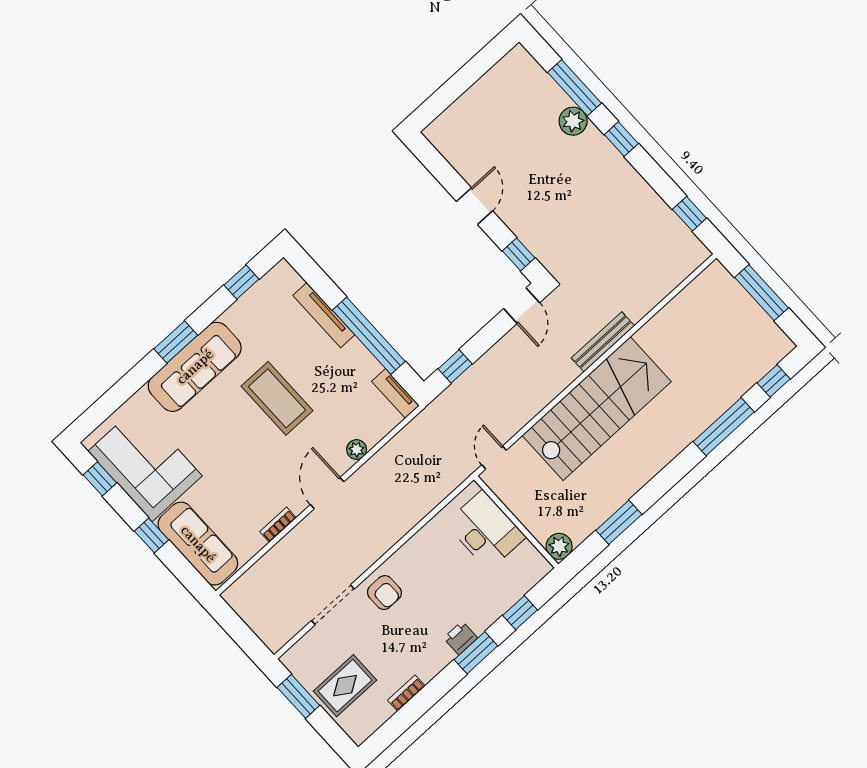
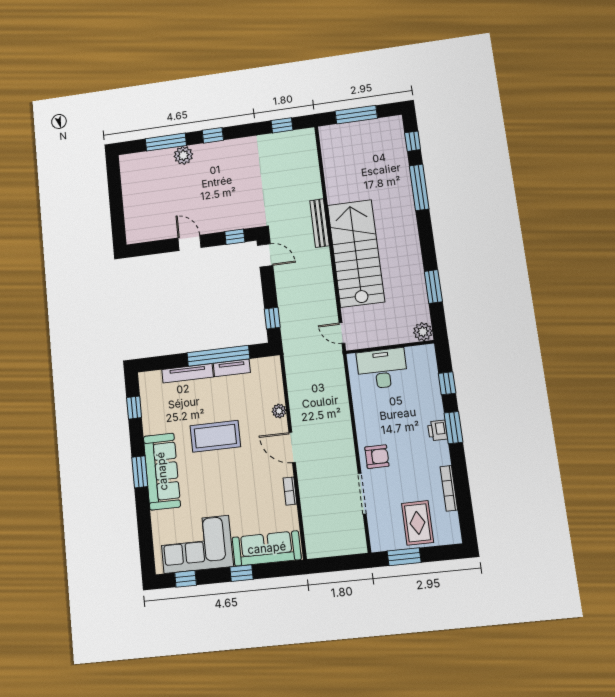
tv unit: (395, 393) -> (232, 368), moved
bookcase: (406, 693) -> (449, 488), width x1.56

